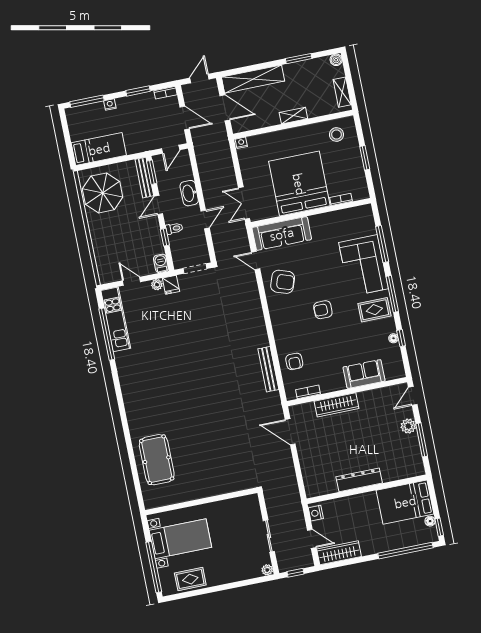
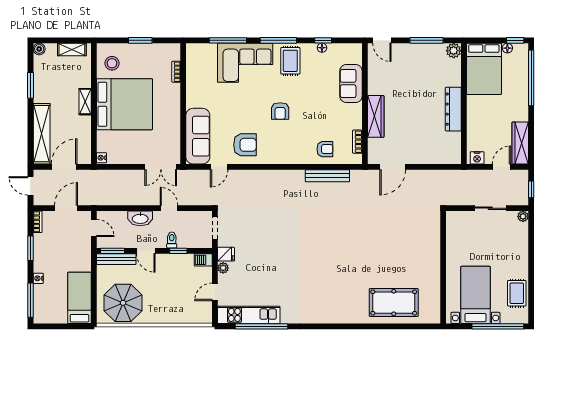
bed: (299, 184) -> (124, 104), moved, turned 180
armchair: (283, 282) -> (245, 145), turned 71
plant: (408, 426) -> (454, 51), moved

